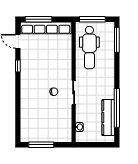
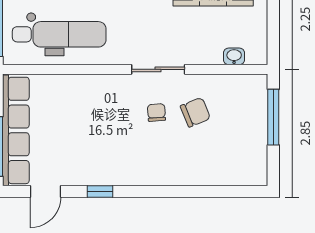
chair: (54, 109) -> (195, 112), added
window: (41, 145) -> (273, 117), moved

